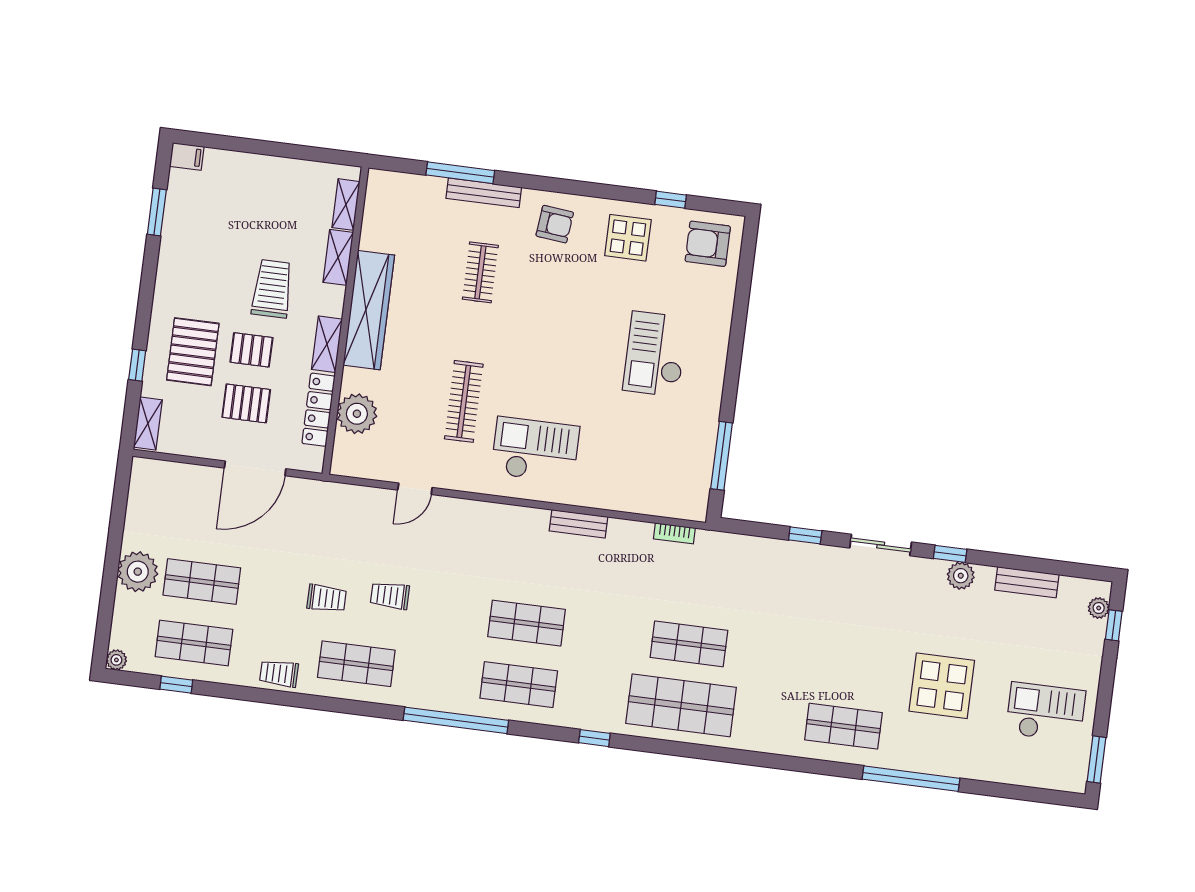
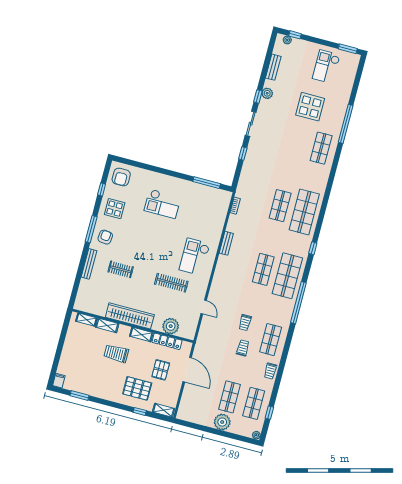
window: (460, 173) -> (91, 229), moved
pallet: (251, 350) -> (140, 365), removed
shop shelf: (519, 685) -> (287, 276), width x1.43, depth x1.36

